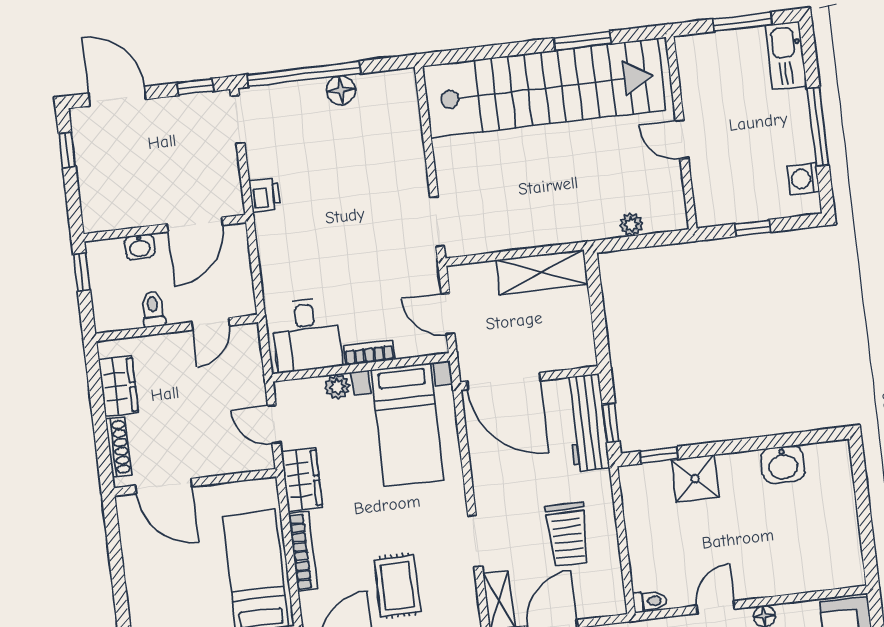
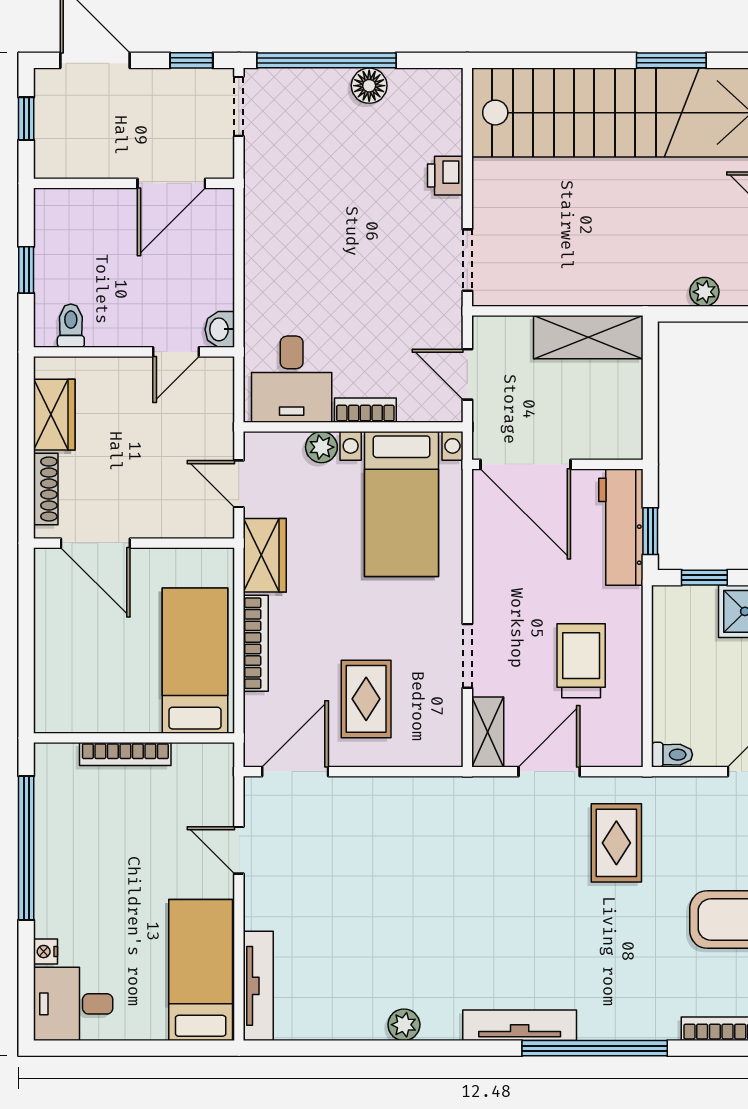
printer: (265, 195) -> (445, 176), moved, turned 180
door: (195, 224) -> (171, 183), moved
wall: (165, 228) -> (134, 183), moved
washbasin: (140, 247) -> (220, 329), moved, turned 90
toilet: (153, 309) -> (71, 326), moved
trolley: (567, 534) -> (581, 661), turned 180

